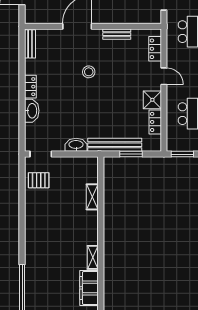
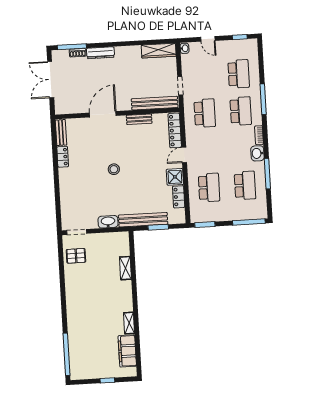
bench: (135, 17) -> (155, 103), added
locker: (155, 49) -> (175, 130), width x1.53
stool: (89, 72) -> (114, 169), moved
door: (164, 76) -> (184, 155), swing flipped
locker: (30, 87) -> (63, 157), moved
washbasin: (32, 111) -> (66, 193), removed

